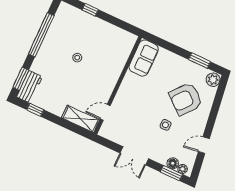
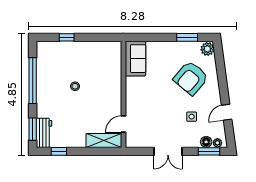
side table: (165, 125) -> (192, 117), moved

